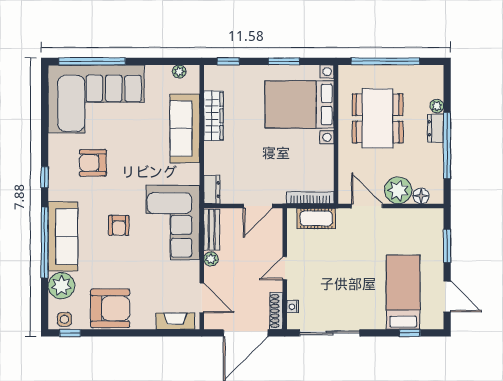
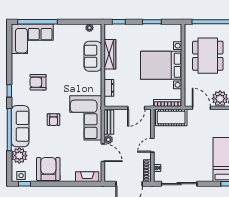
corner sofa: (96, 99) -> (32, 39), width x0.73, depth x0.74
bed with nightstands: (300, 104) -> (161, 65), moved
sofa: (185, 128) -> (93, 56), width x0.73
dresser: (212, 190) -> (109, 88), moved
cot: (316, 219) -> (171, 118), width x1.37, depth x1.34
door: (202, 298) -> (103, 153), moved
armchair: (110, 308) -> (48, 169), turned -90

